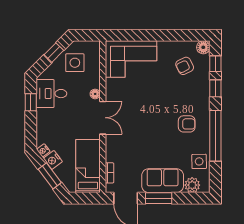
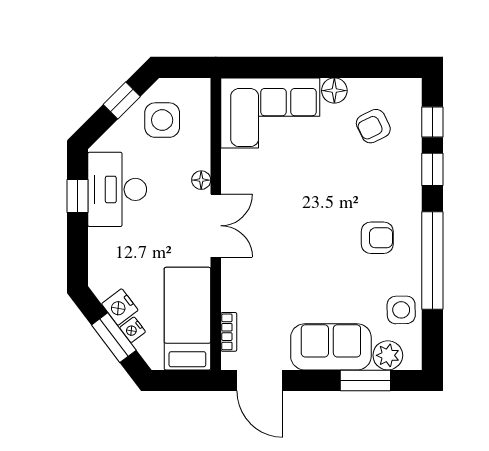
floor lamp: (203, 47) -> (334, 91), moved
desk: (51, 94) -> (117, 189), width x1.37
nightstand: (43, 150) -> (133, 330), moved
window: (159, 198) -> (365, 380), moved

